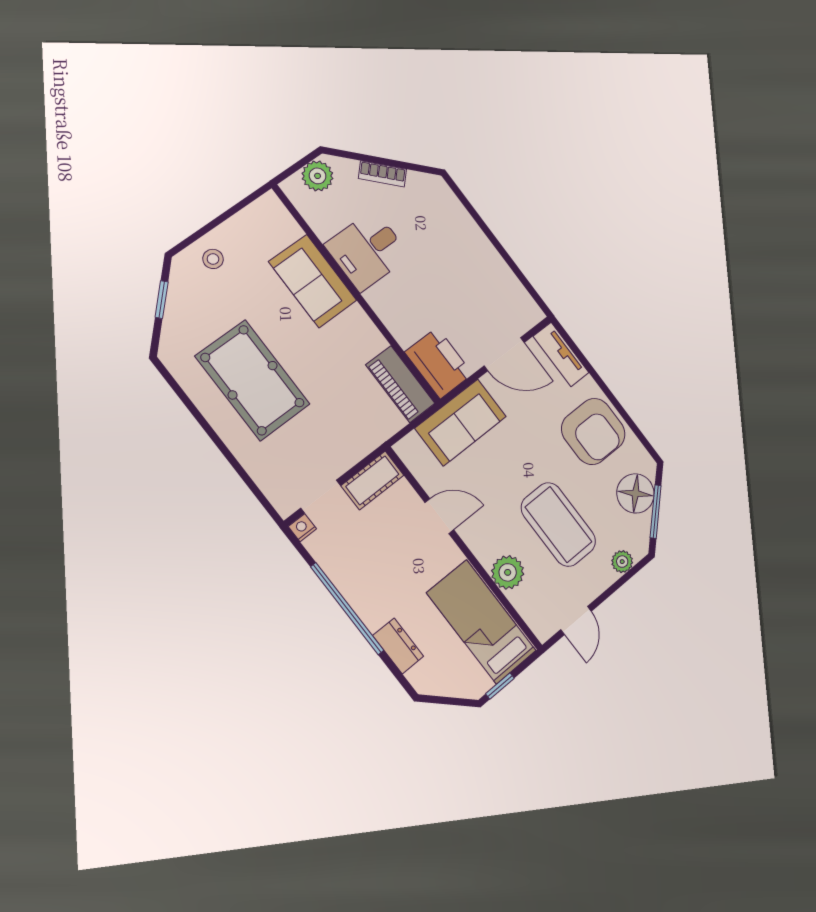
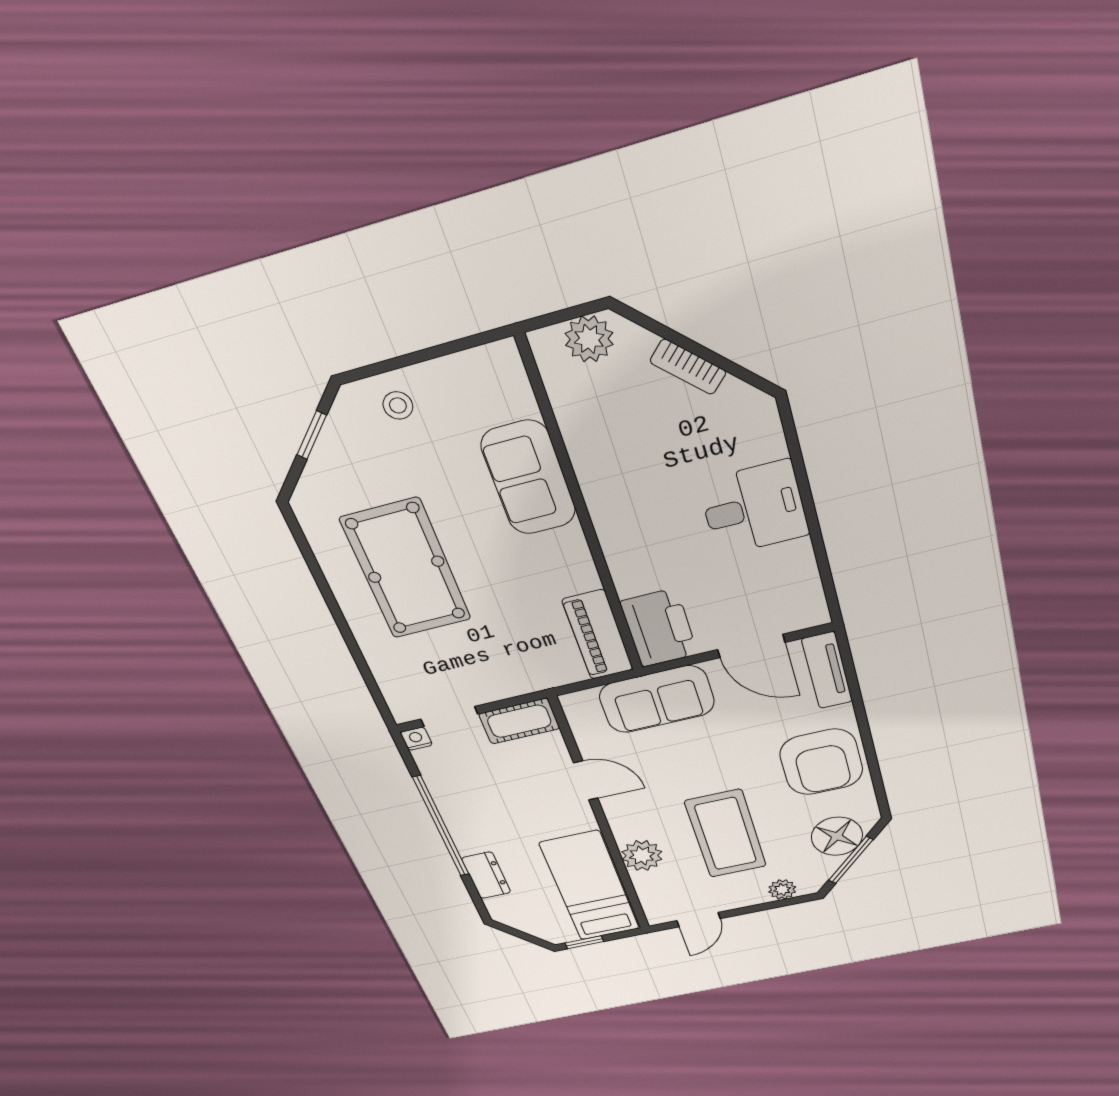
desk: (367, 250) -> (754, 508), moved, turned 180

